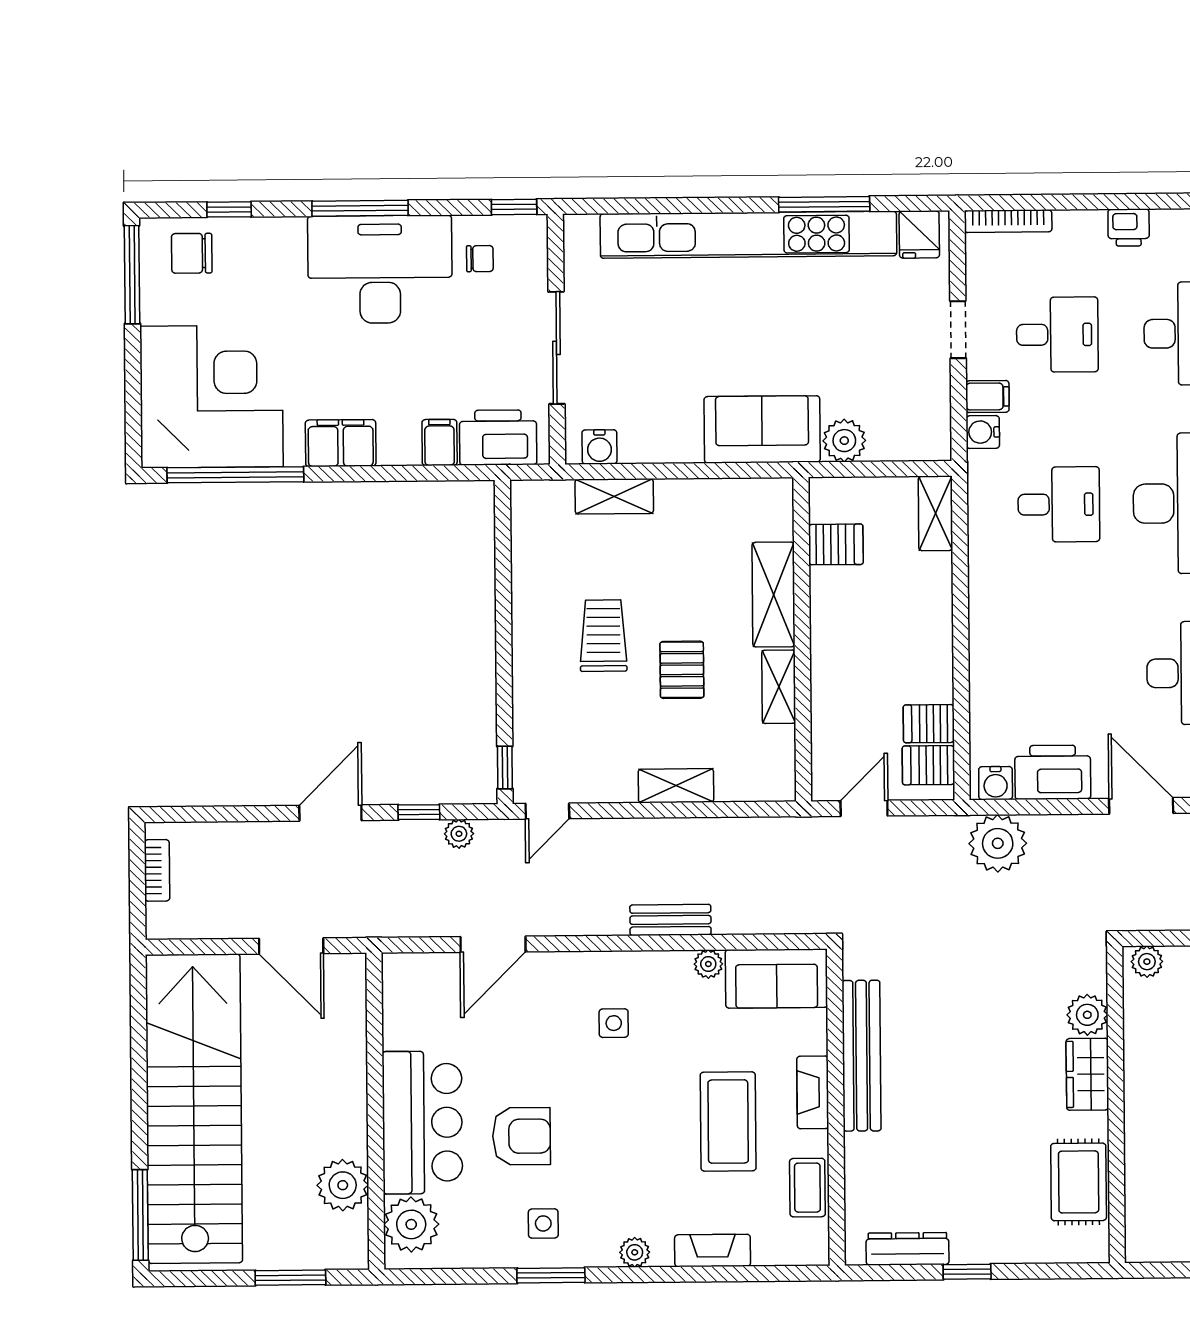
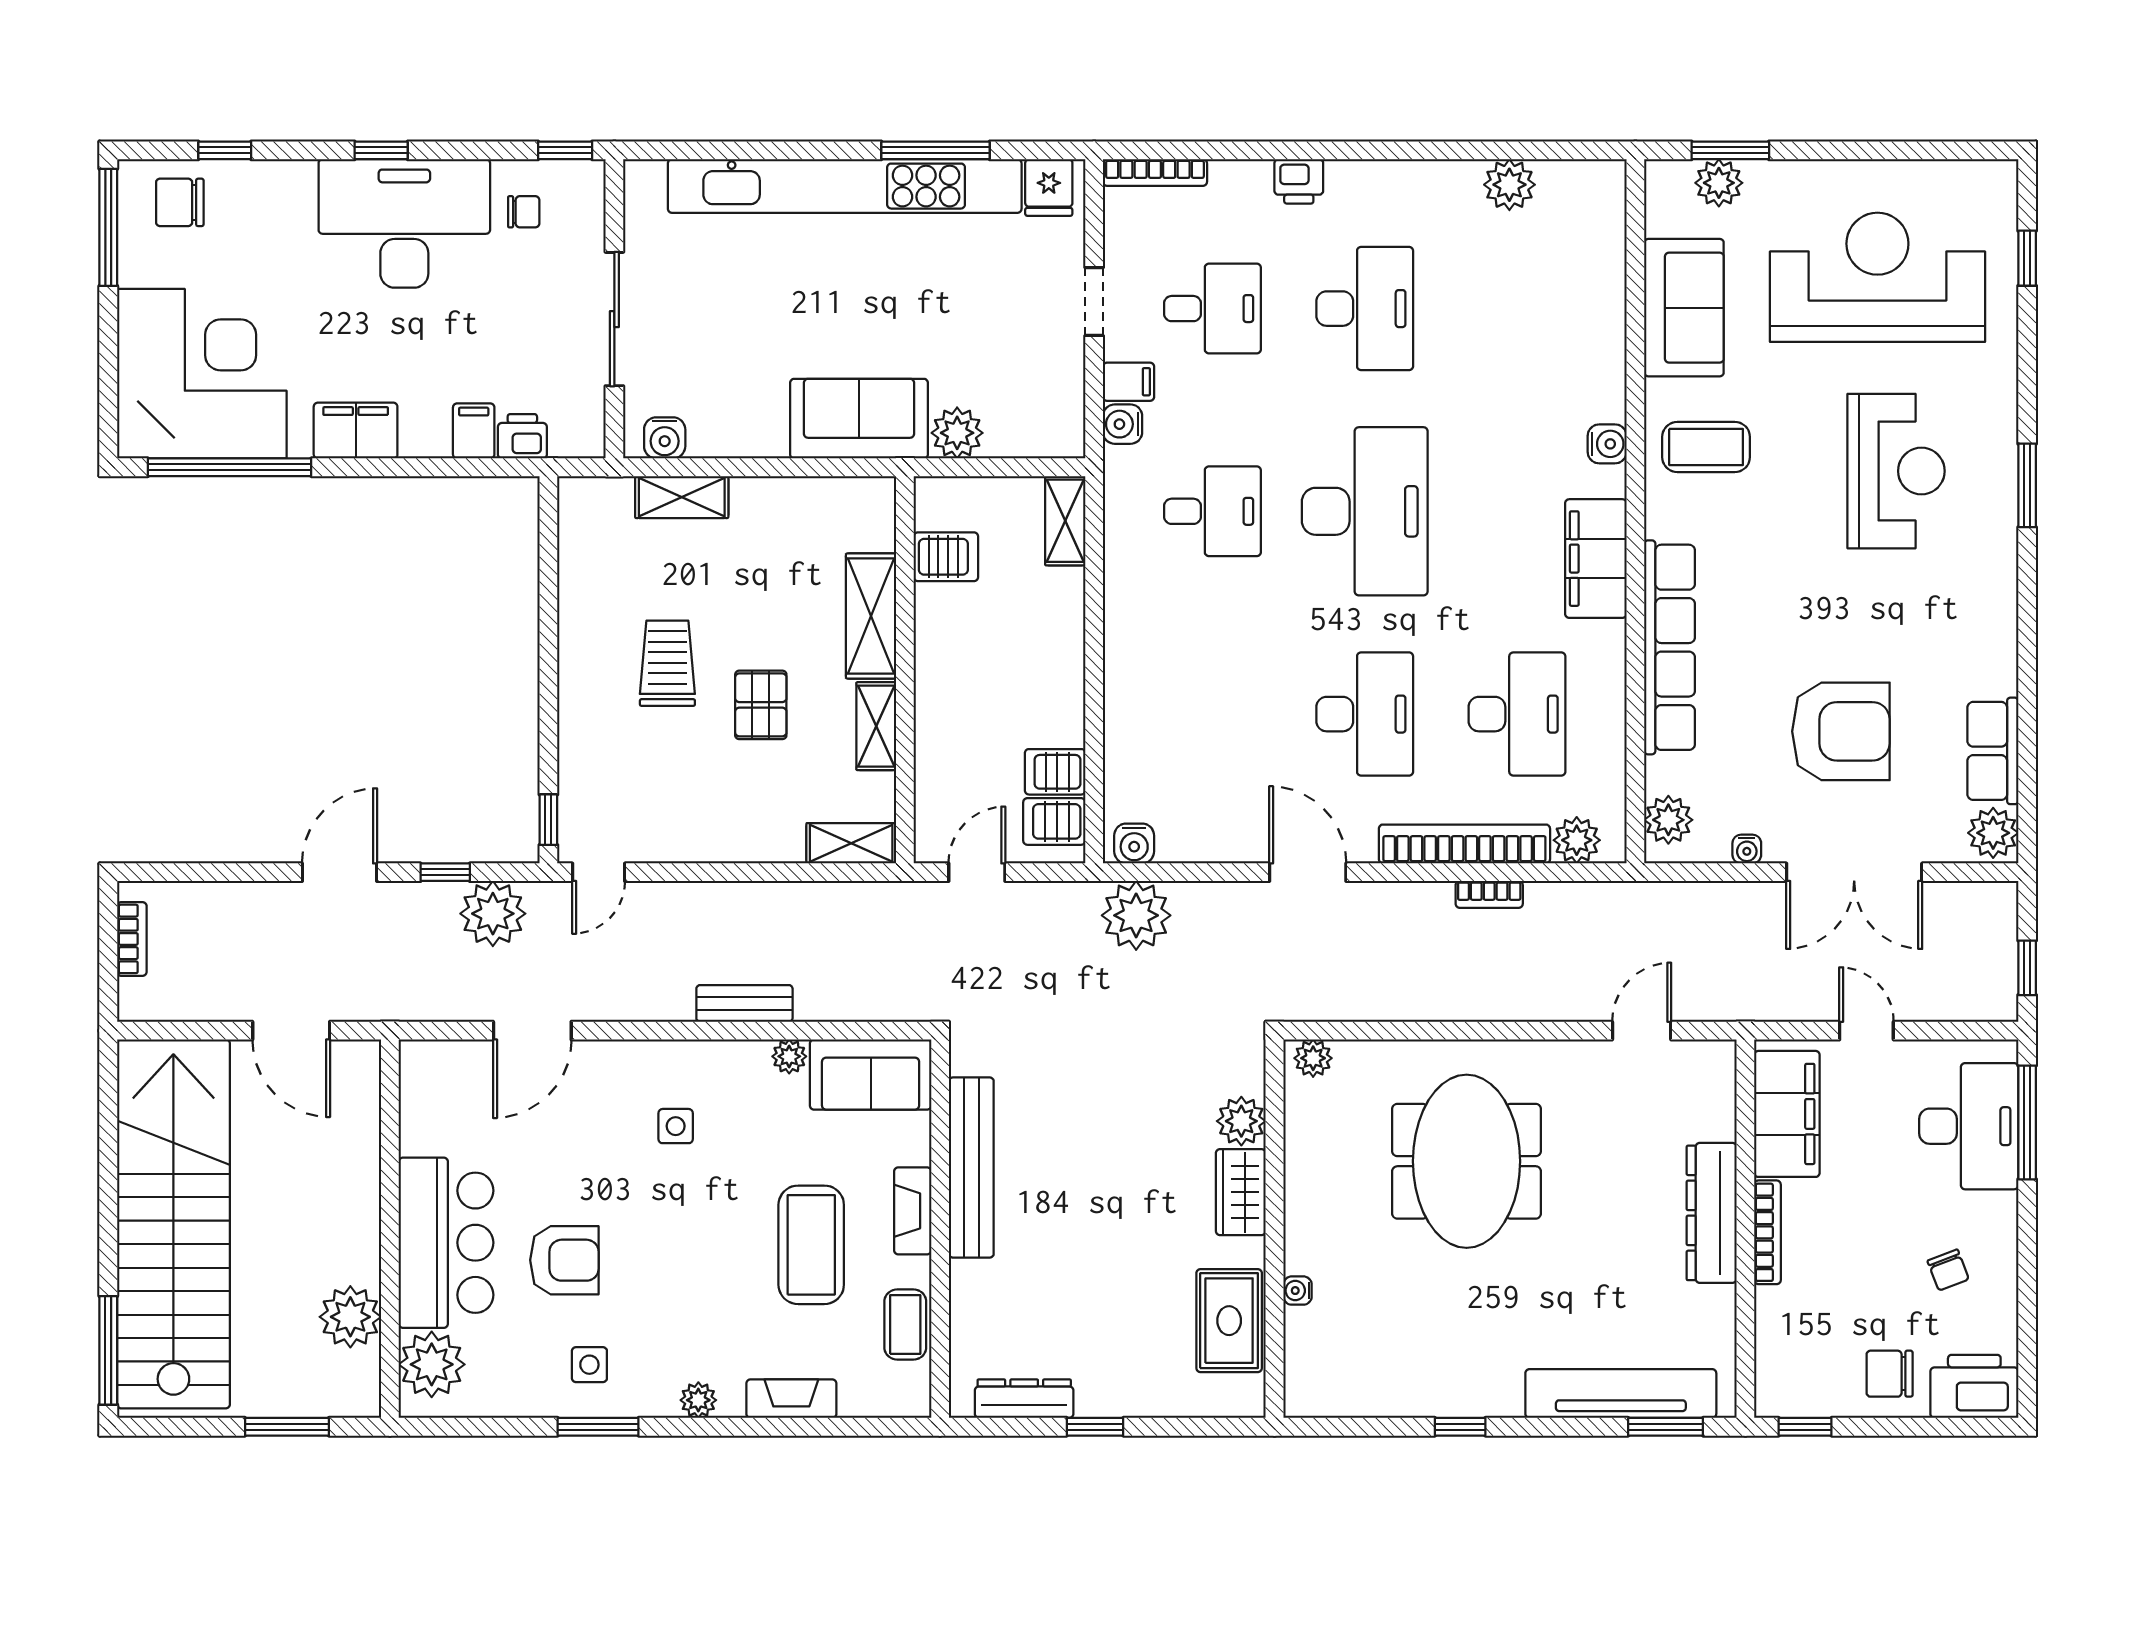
window: (360, 208) -> (381, 150), width x0.46
printer: (498, 438) -> (522, 436), width x0.53, depth x0.68
printer: (1053, 772) -> (1203, 831), removed
shelving: (676, 786) -> (851, 843), moved
plant: (459, 834) -> (493, 914), width x1.87, depth x1.87
water cooler: (1136, 1156) -> (1298, 1291), added

